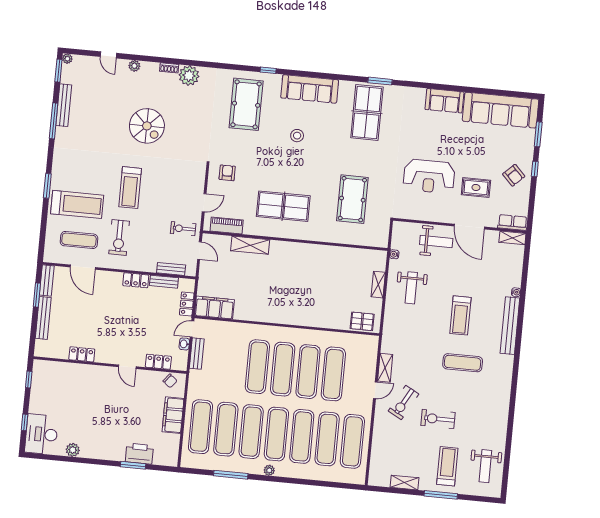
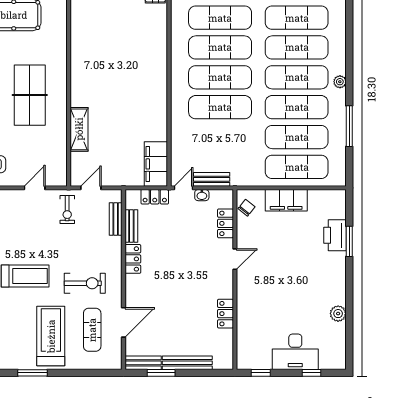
door: (204, 203) -> (35, 188), hinge flipped
piano: (227, 226) -> (59, 159), removed
door: (192, 329) -> (183, 188), swing flipped
desk: (41, 434) -> (295, 352), moved

